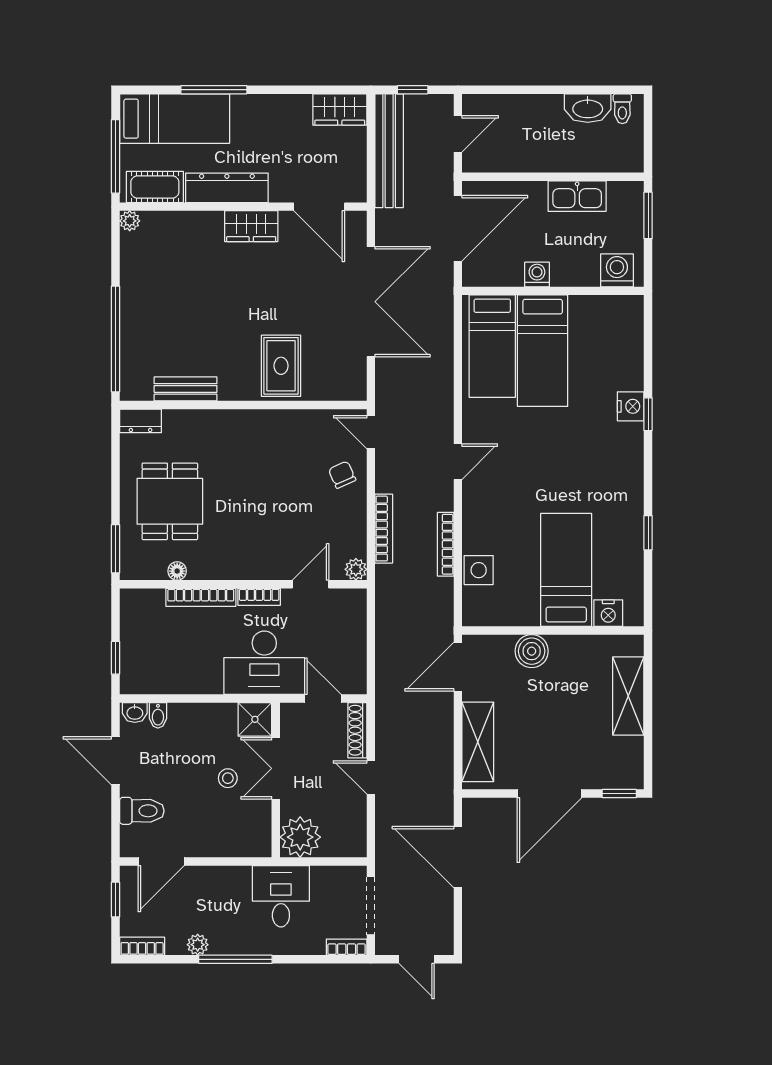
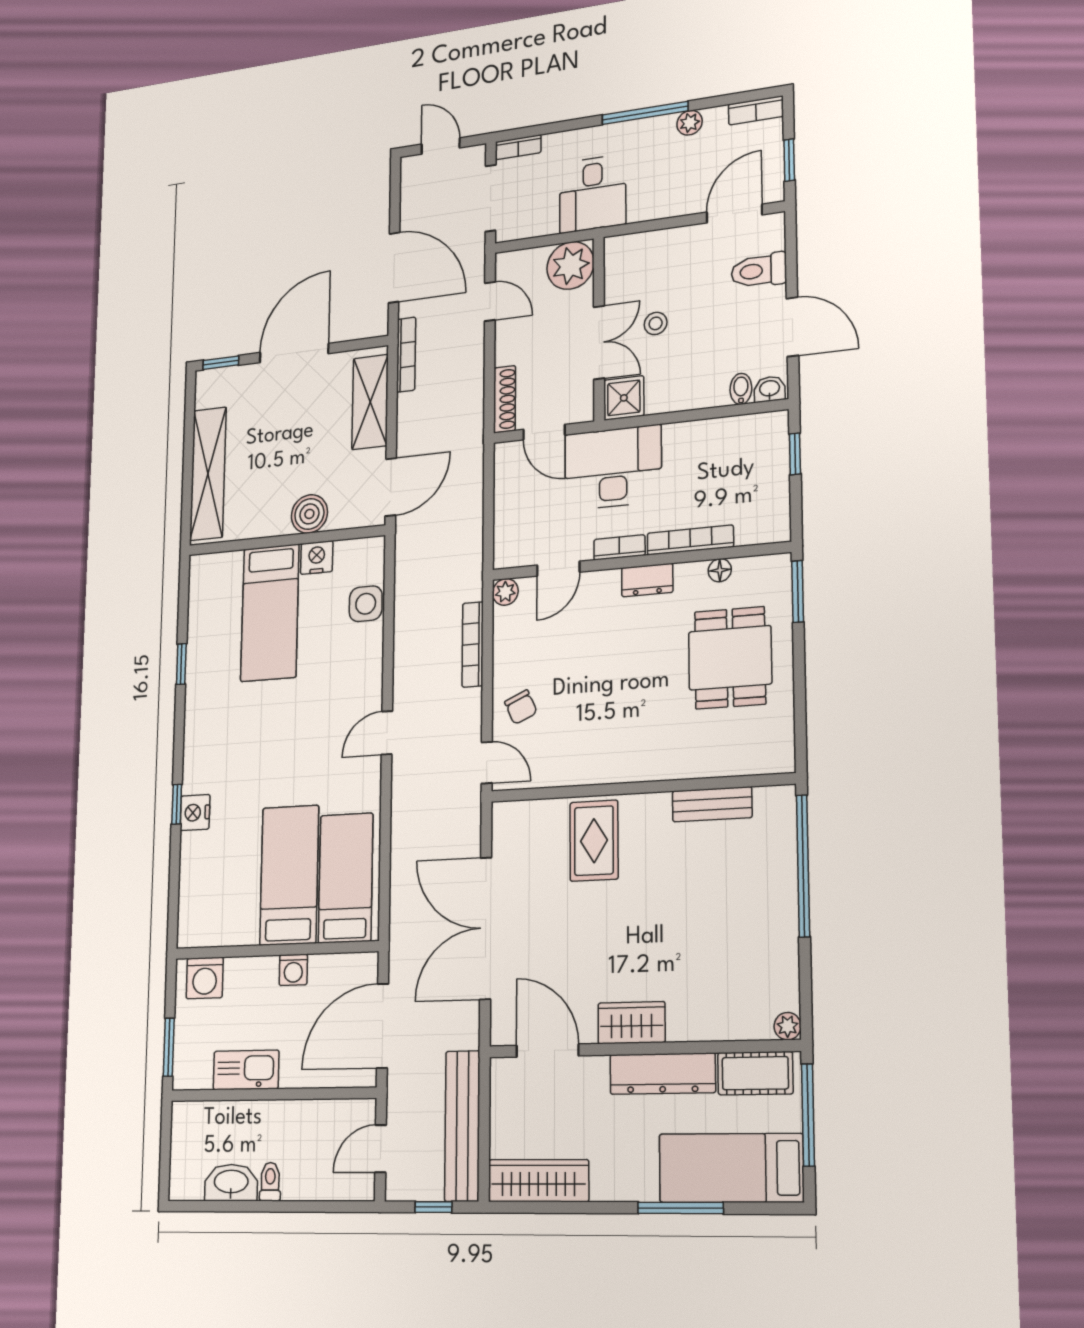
wardrobe: (340, 109) -> (538, 1181), width x1.50
toilet: (622, 109) -> (270, 1182), moved
dresser: (141, 421) -> (647, 580), moved, turned 180
bookcase: (446, 544) -> (406, 355), moved
nightstand: (608, 613) -> (317, 558), moved
shelving: (628, 696) -> (208, 474), width x1.47
door: (371, 777) -> (490, 301), moved

